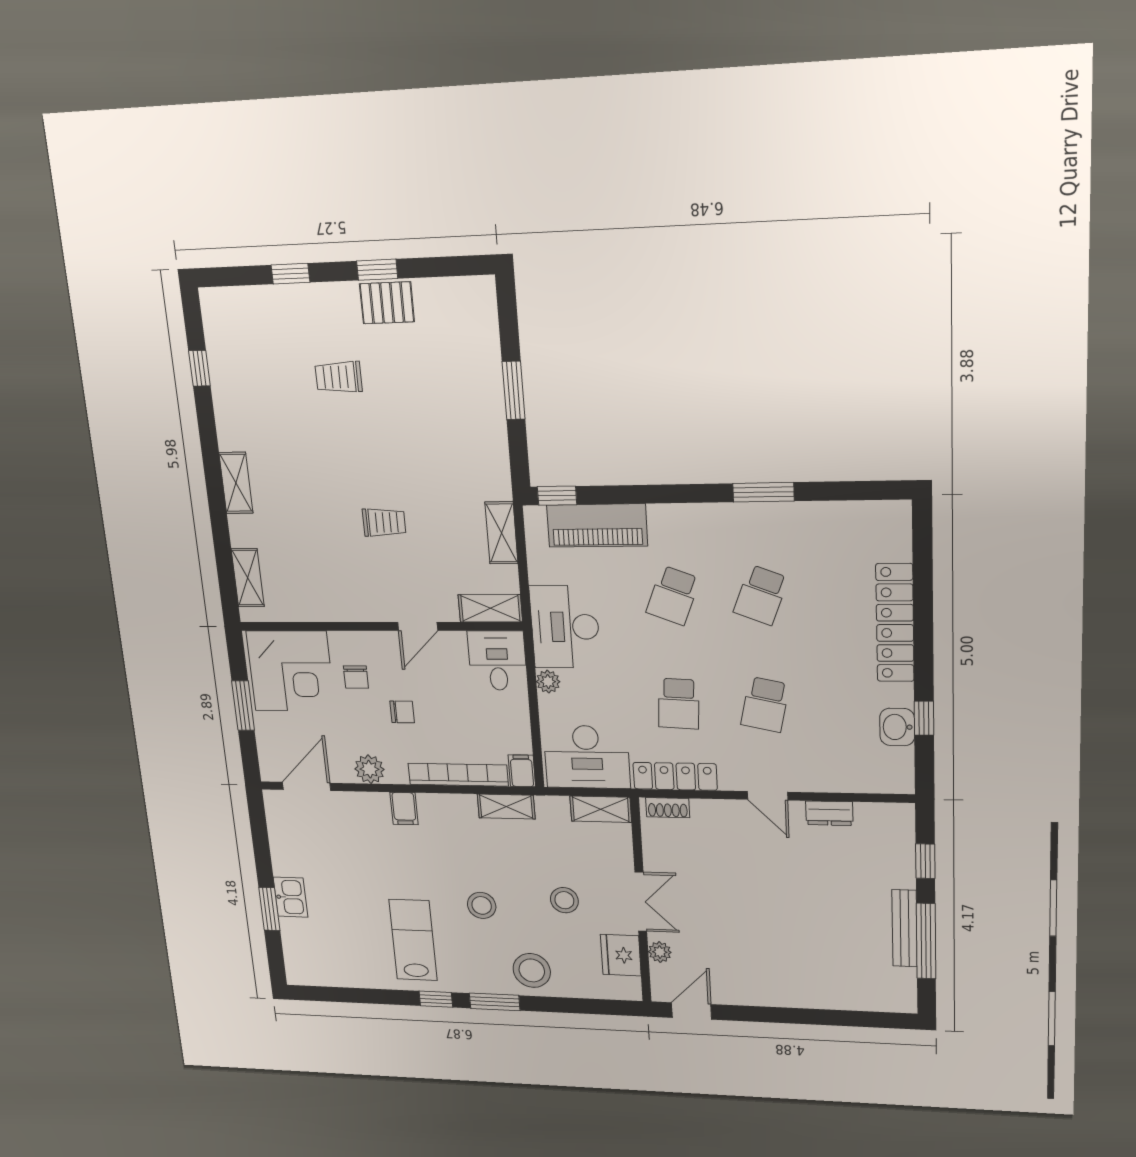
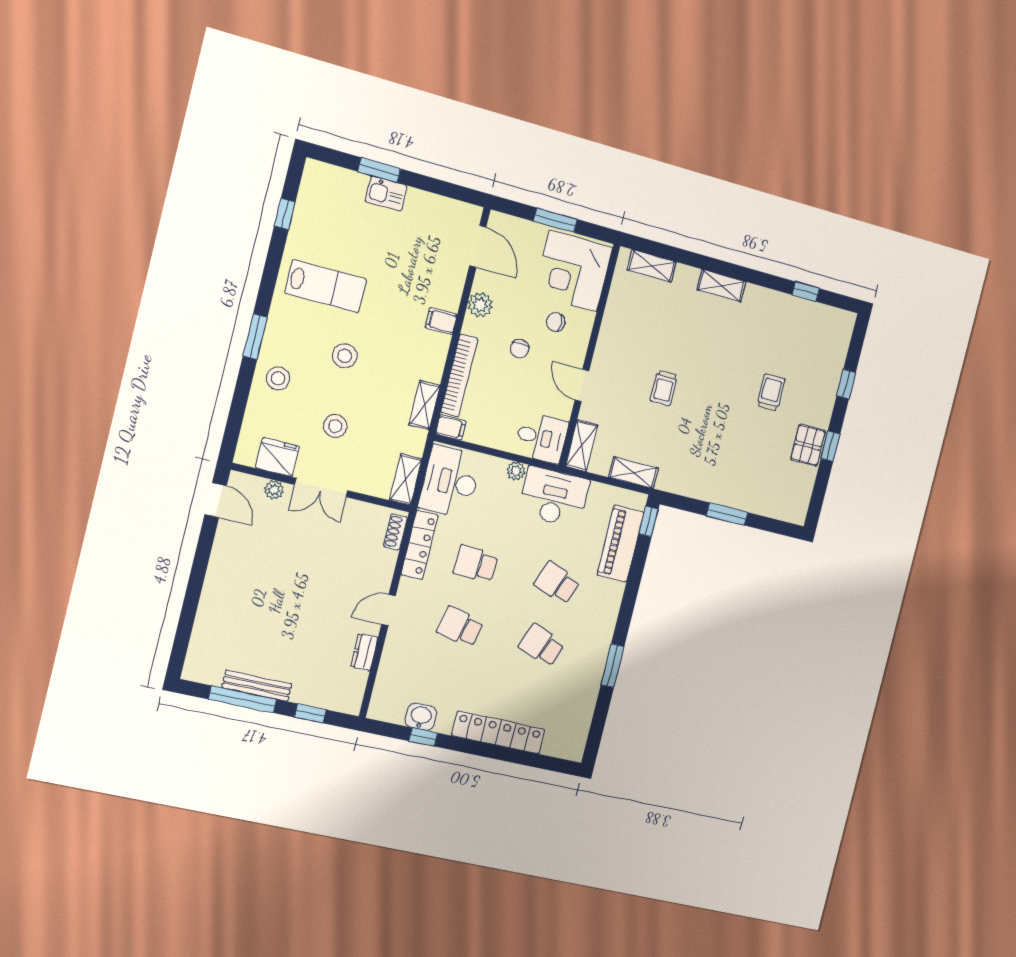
stool: (532, 970) -> (278, 378), width x0.73, depth x0.73
window: (436, 999) -> (285, 214), moved

